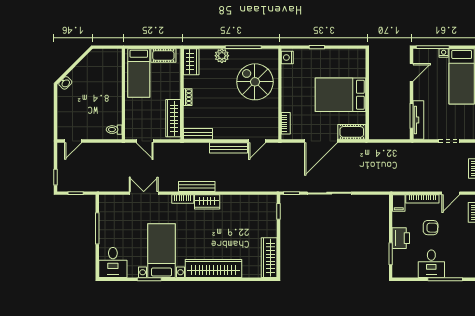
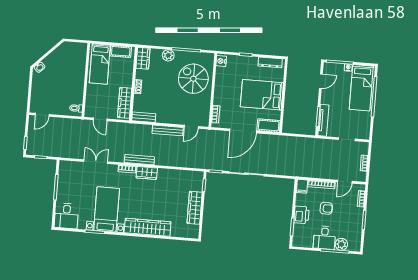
dresser: (347, 54) -> (270, 62), added
wardrobe: (269, 258) -> (195, 208), moved
plant: (453, 270) -> (341, 244), added

